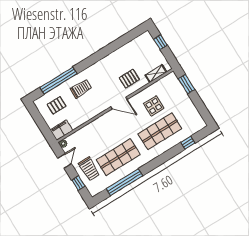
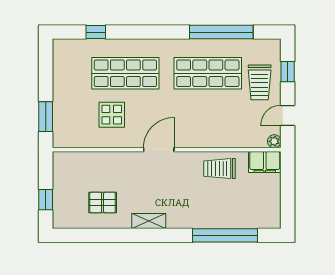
shelving: (156, 74) -> (149, 221), moved
pallet: (129, 79) -> (103, 202), moved
trolley: (81, 89) -> (219, 169), moved
door: (119, 103) -> (159, 150), hinge flipped
pallet: (57, 105) -> (250, 202), removed
trolley: (89, 169) -> (260, 82), turned 180

